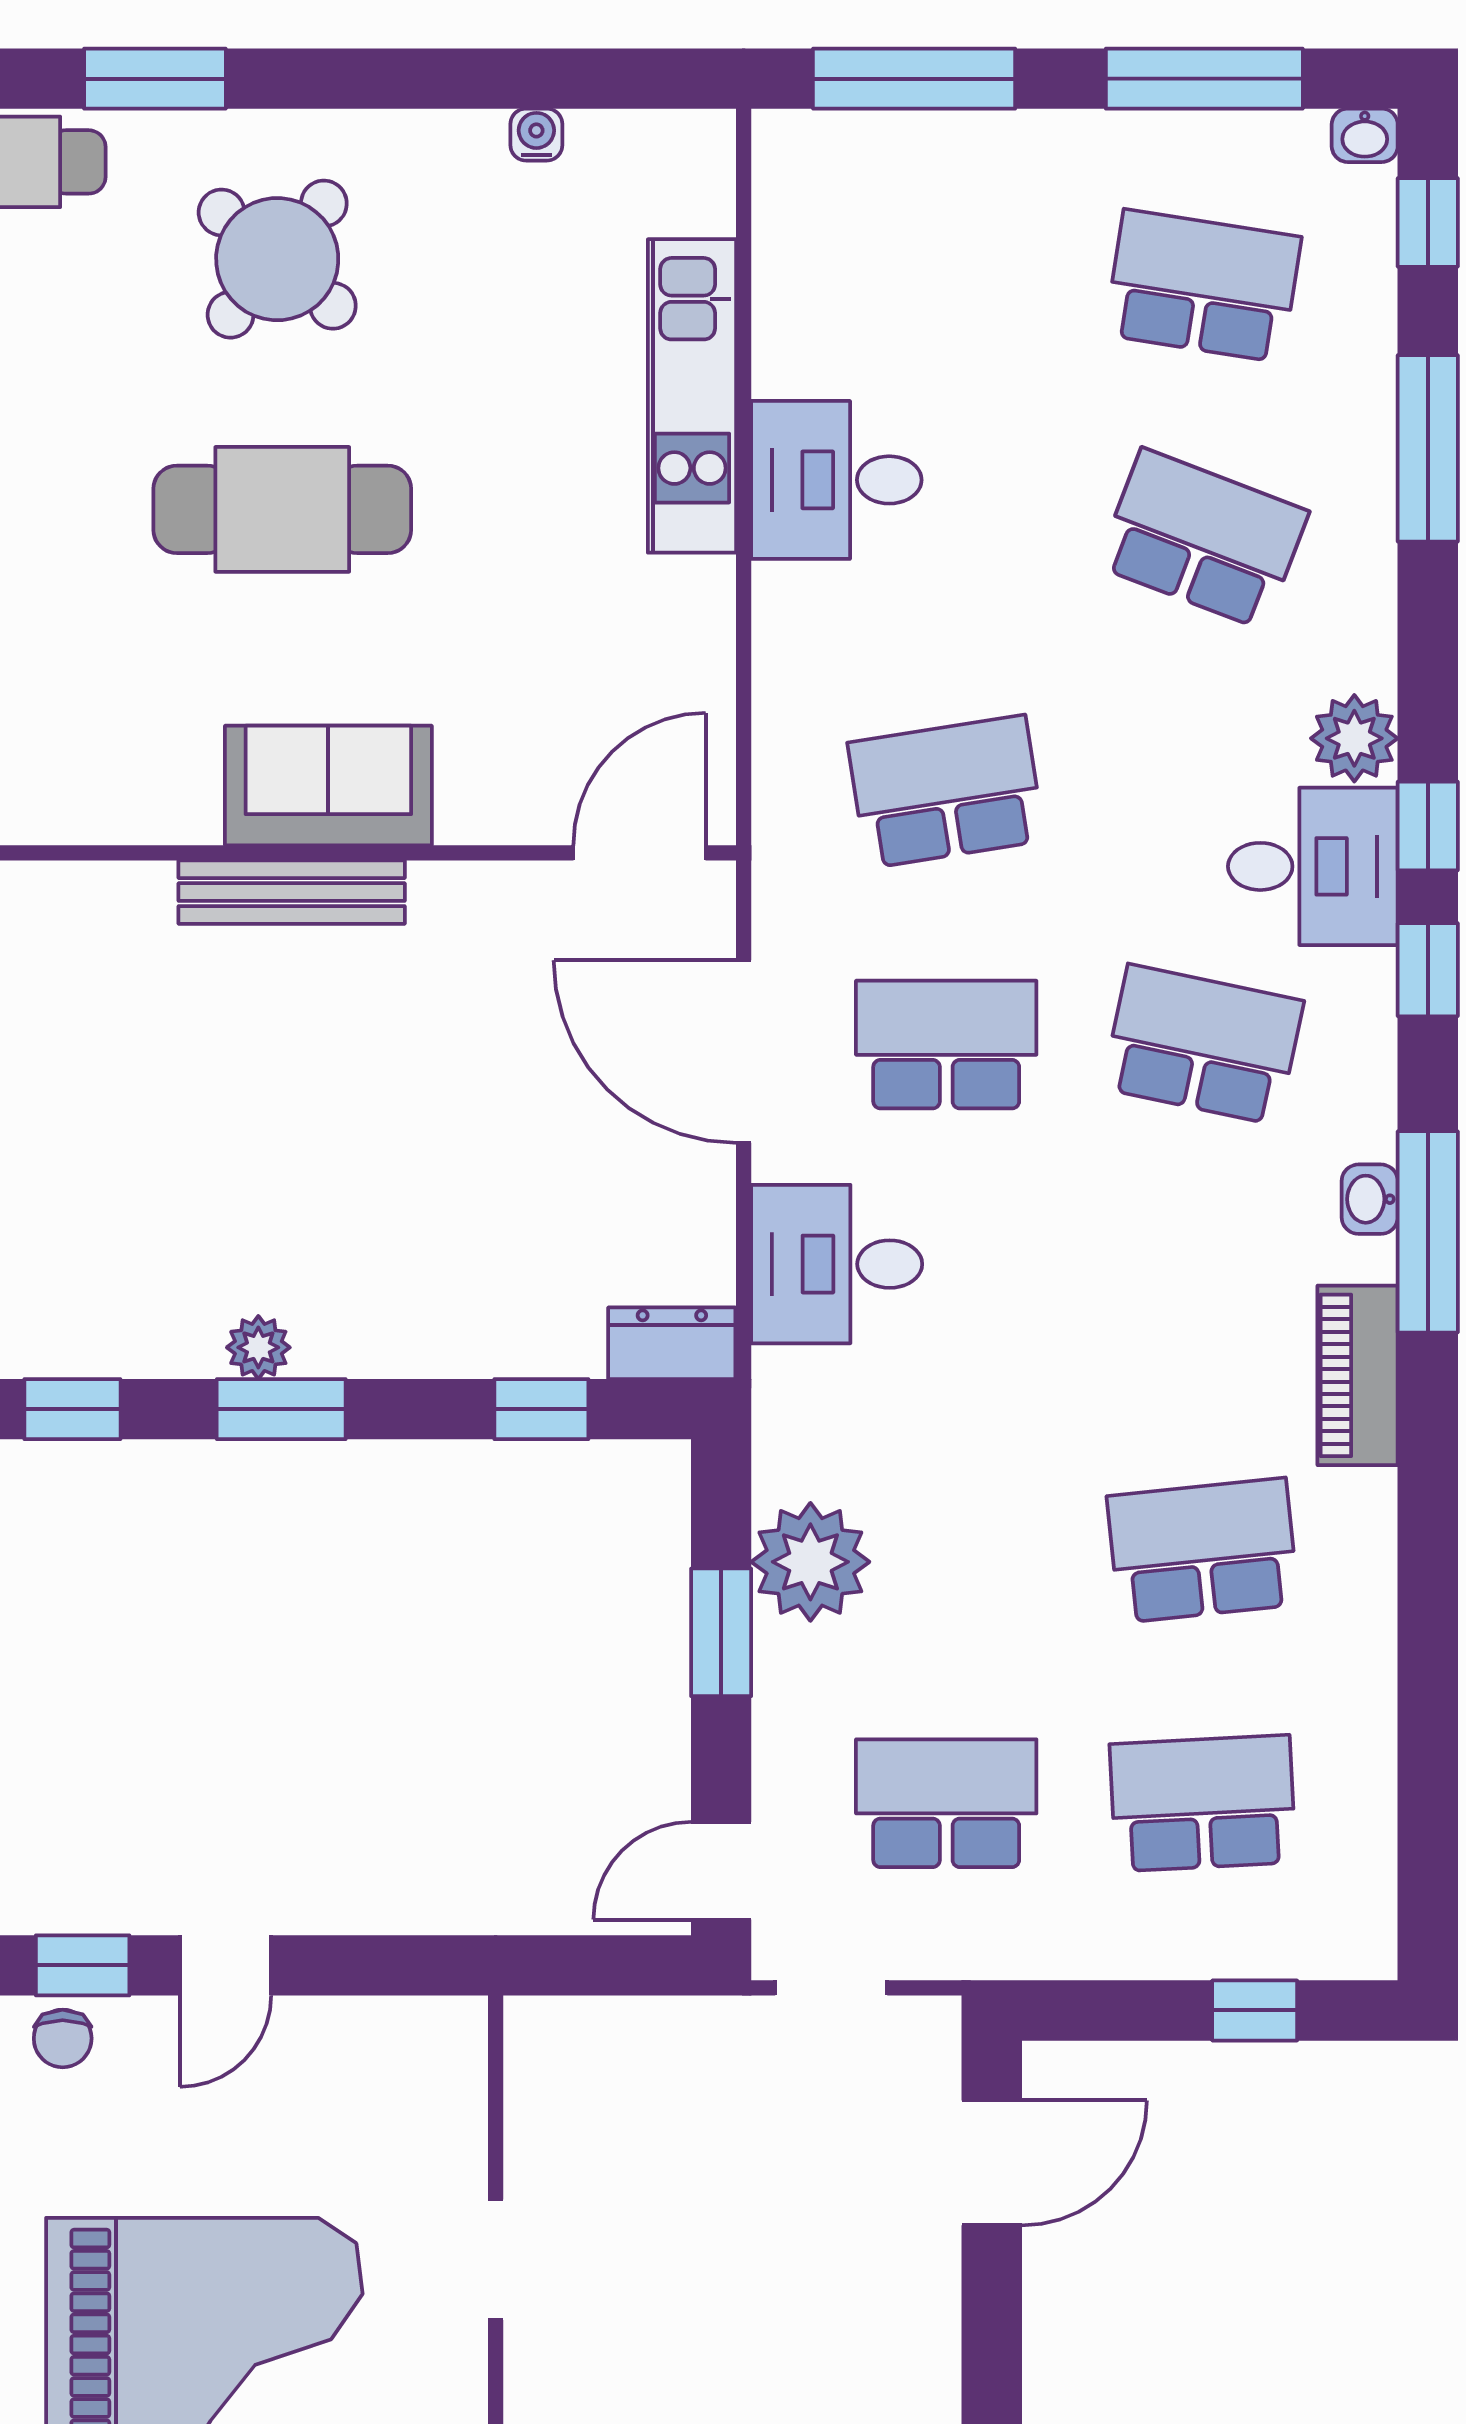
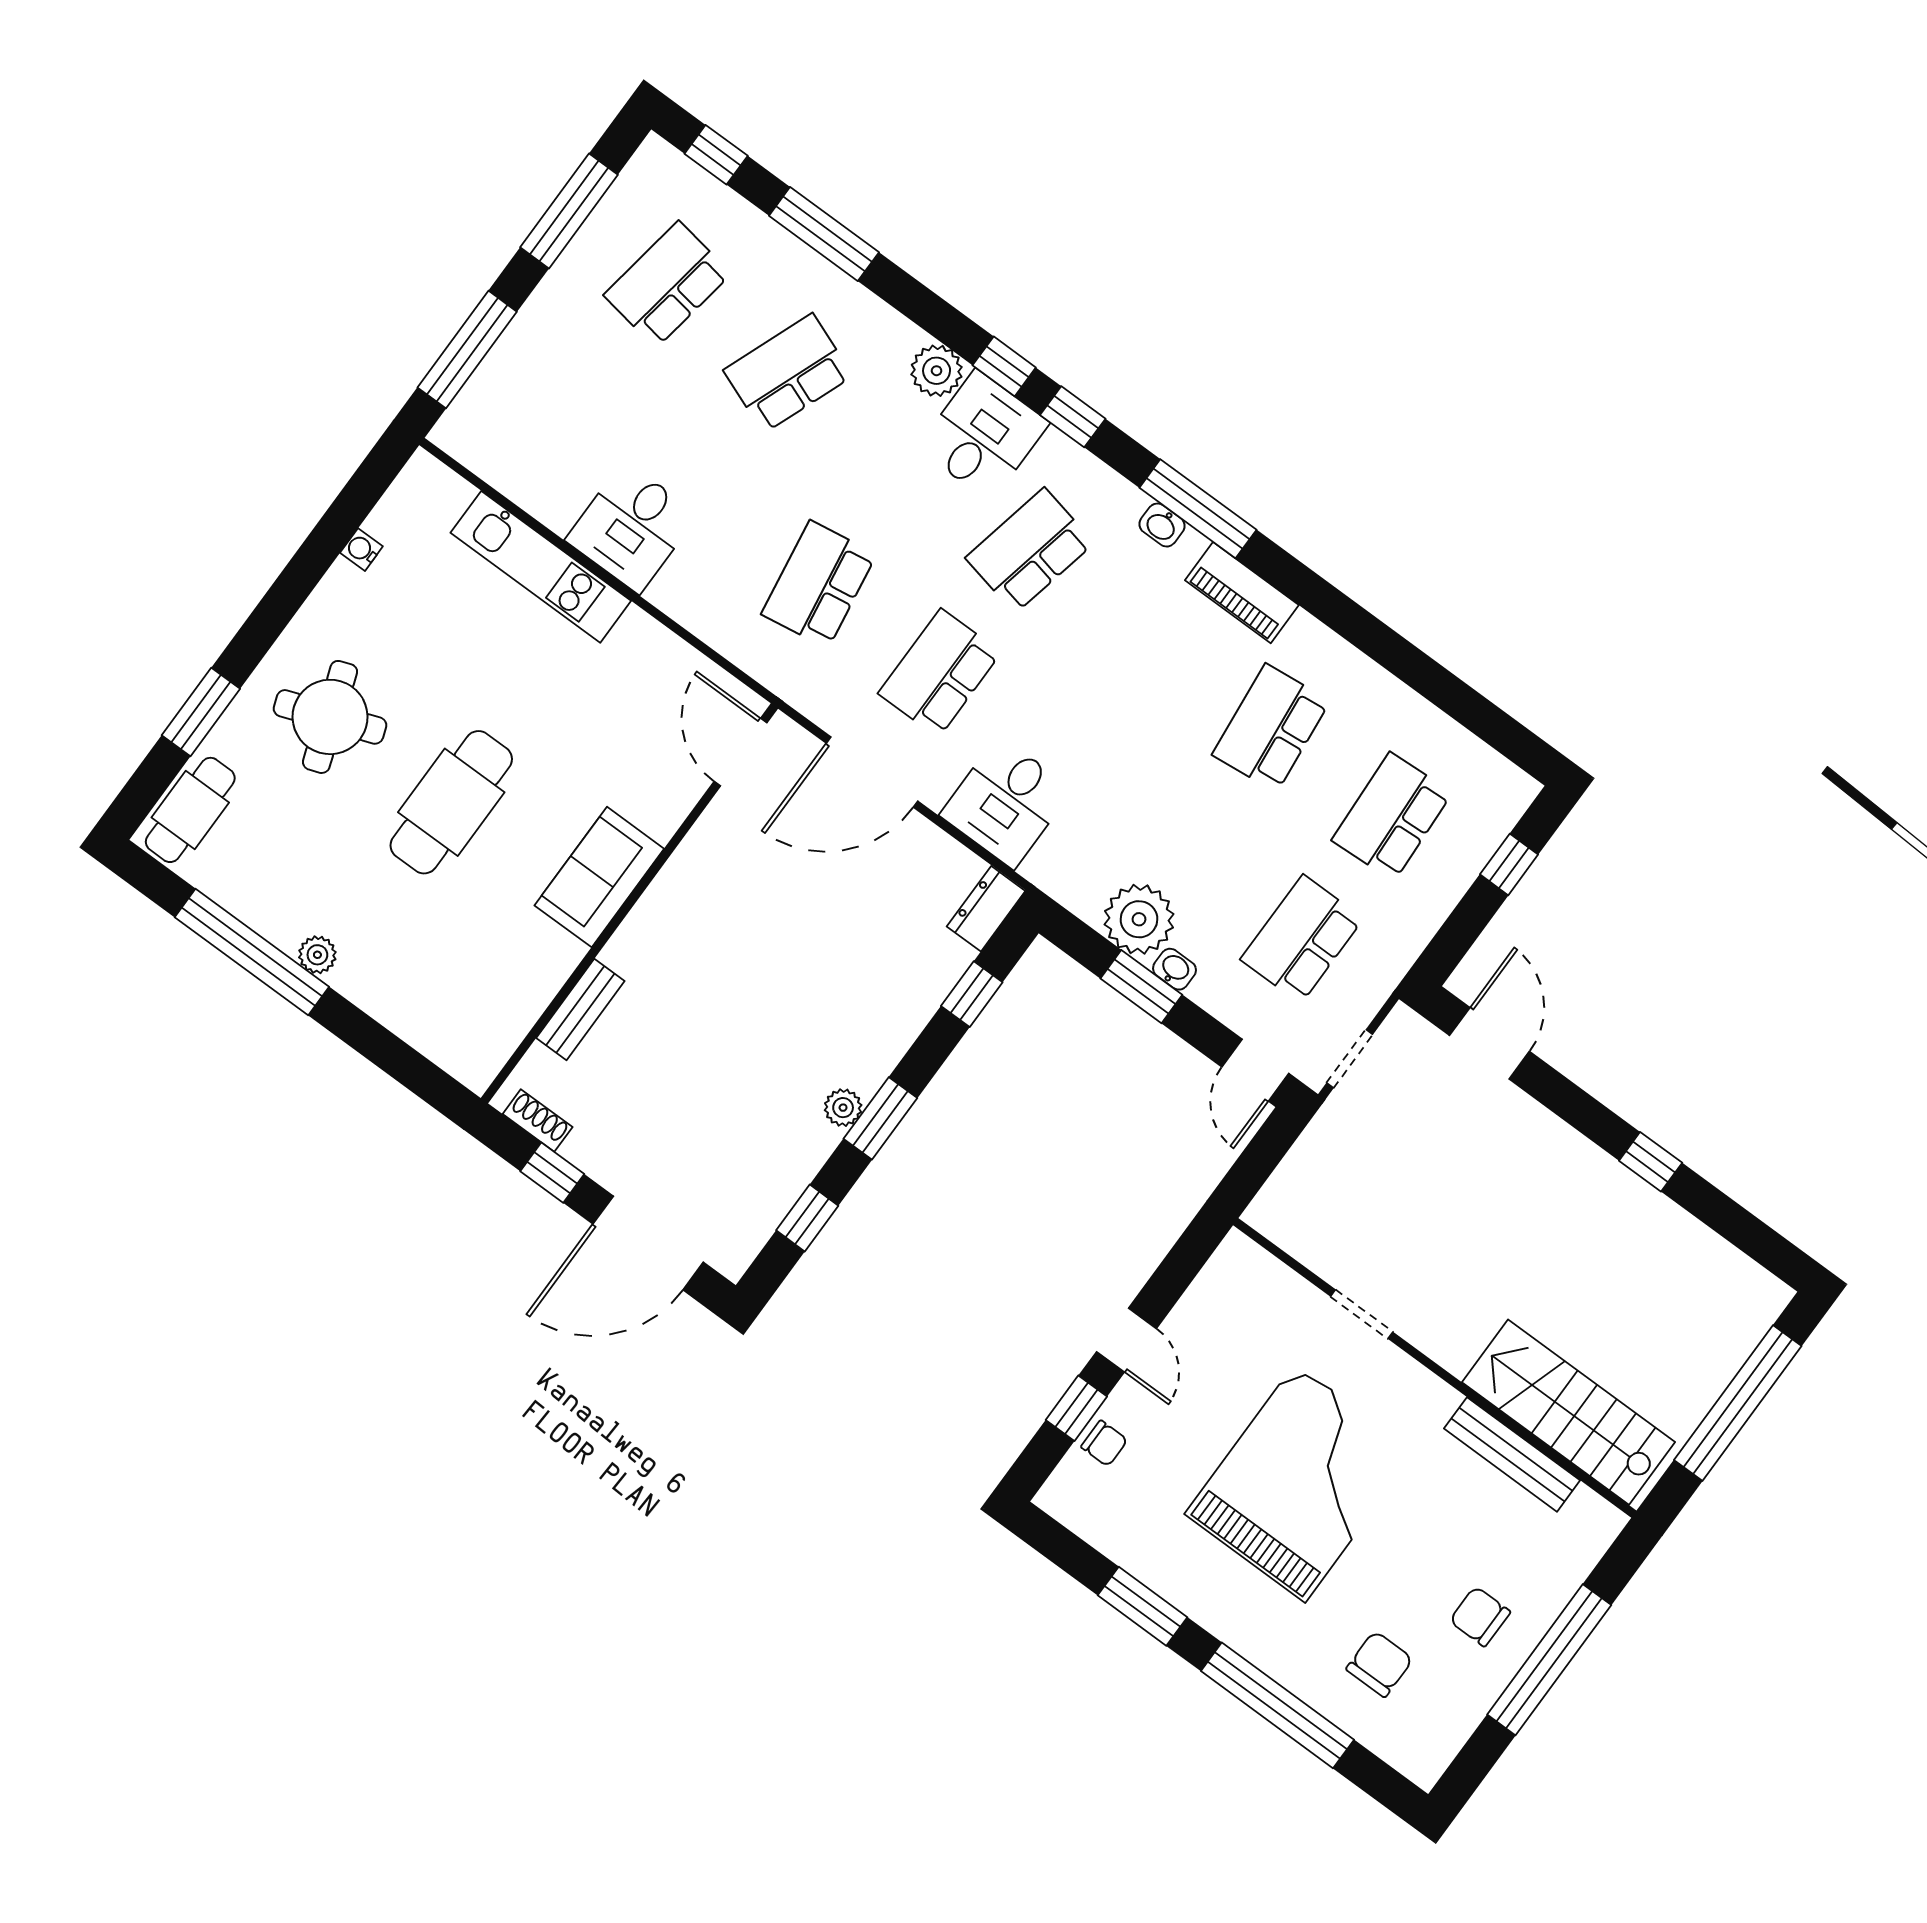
washbasin: (1365, 135) -> (1174, 969), moved, turned -90
round table: (277, 259) -> (330, 717), turned 30
bench: (292, 892) -> (580, 1009), moved, width x0.73

